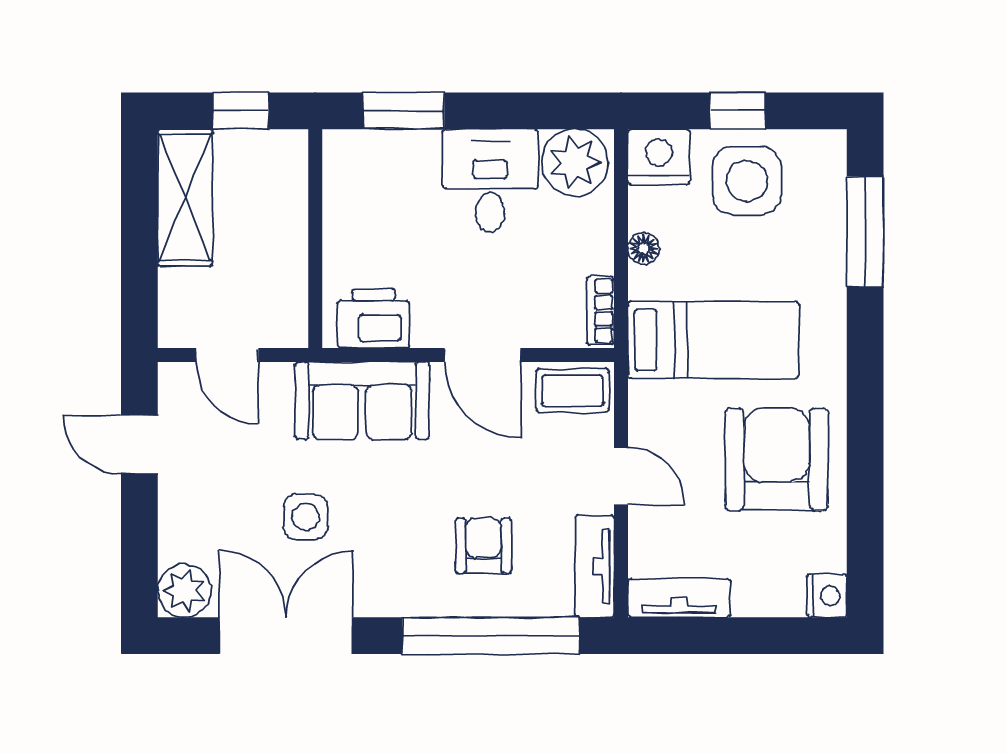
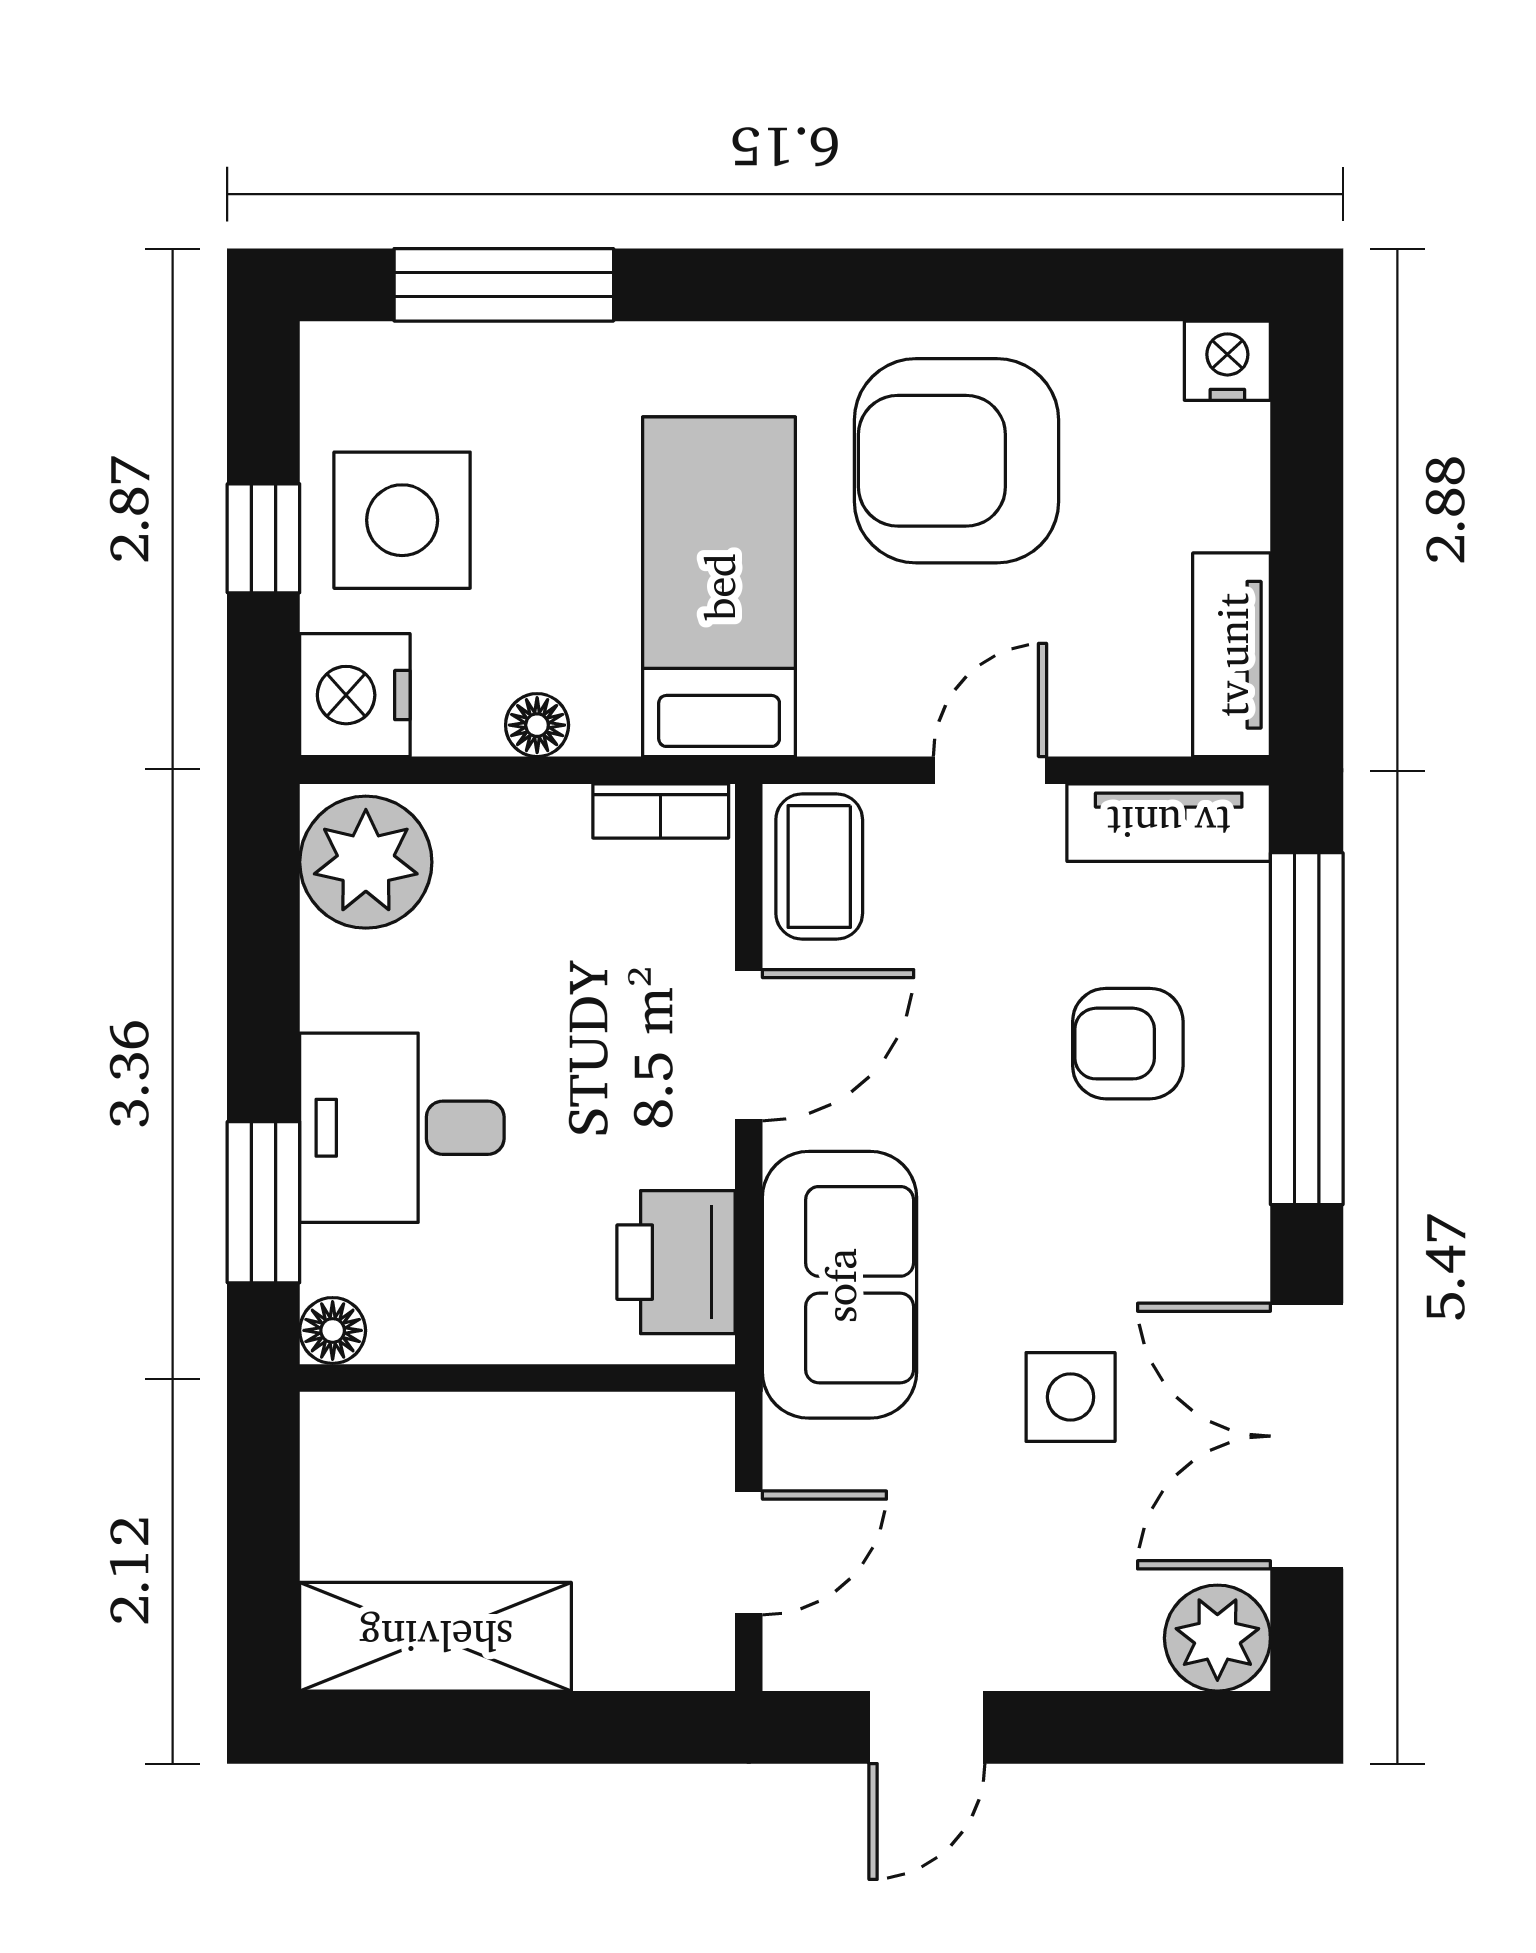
window: (241, 111) -> (263, 1526), removed
floor lamp: (339, 146) -> (333, 1330), added
desk: (490, 180) -> (402, 1128), moved

